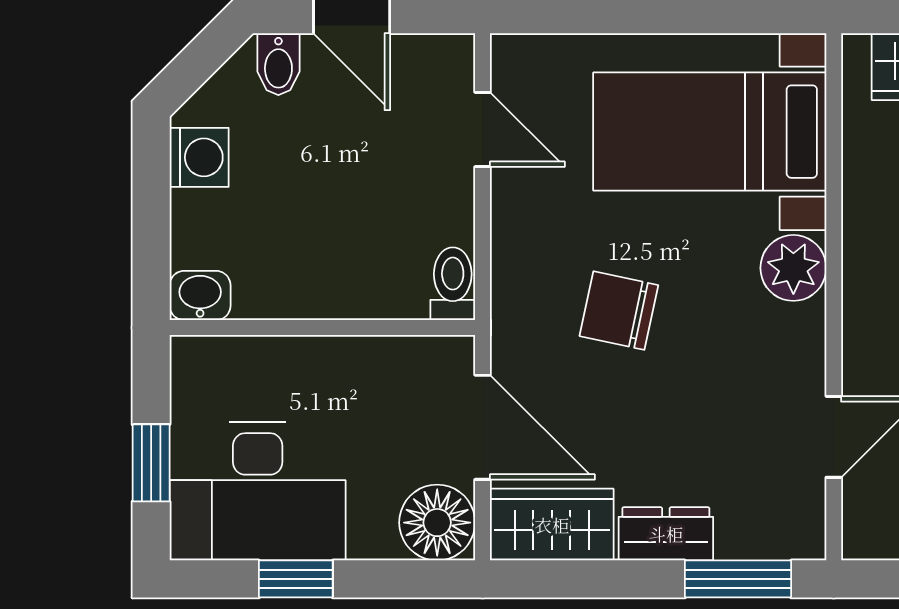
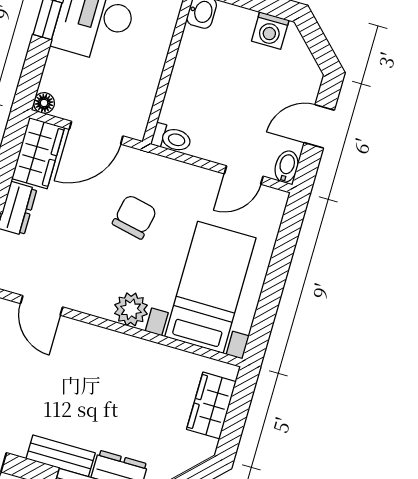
bidet: (278, 64) -> (286, 167), moved, turned 90
floor lamp: (437, 523) -> (44, 103), width x0.53, depth x0.53

